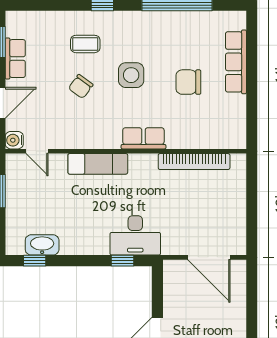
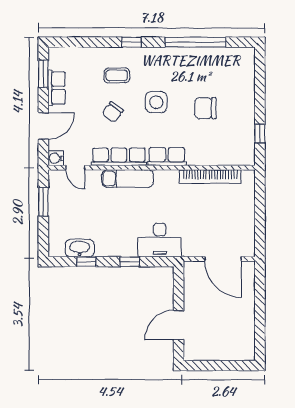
row of seats: (236, 62) -> (119, 157), moved, turned 90
window: (252, 112) -> (260, 134), added
window: (35, 261) -> (86, 262), moved
window: (122, 261) -> (130, 262), moved

